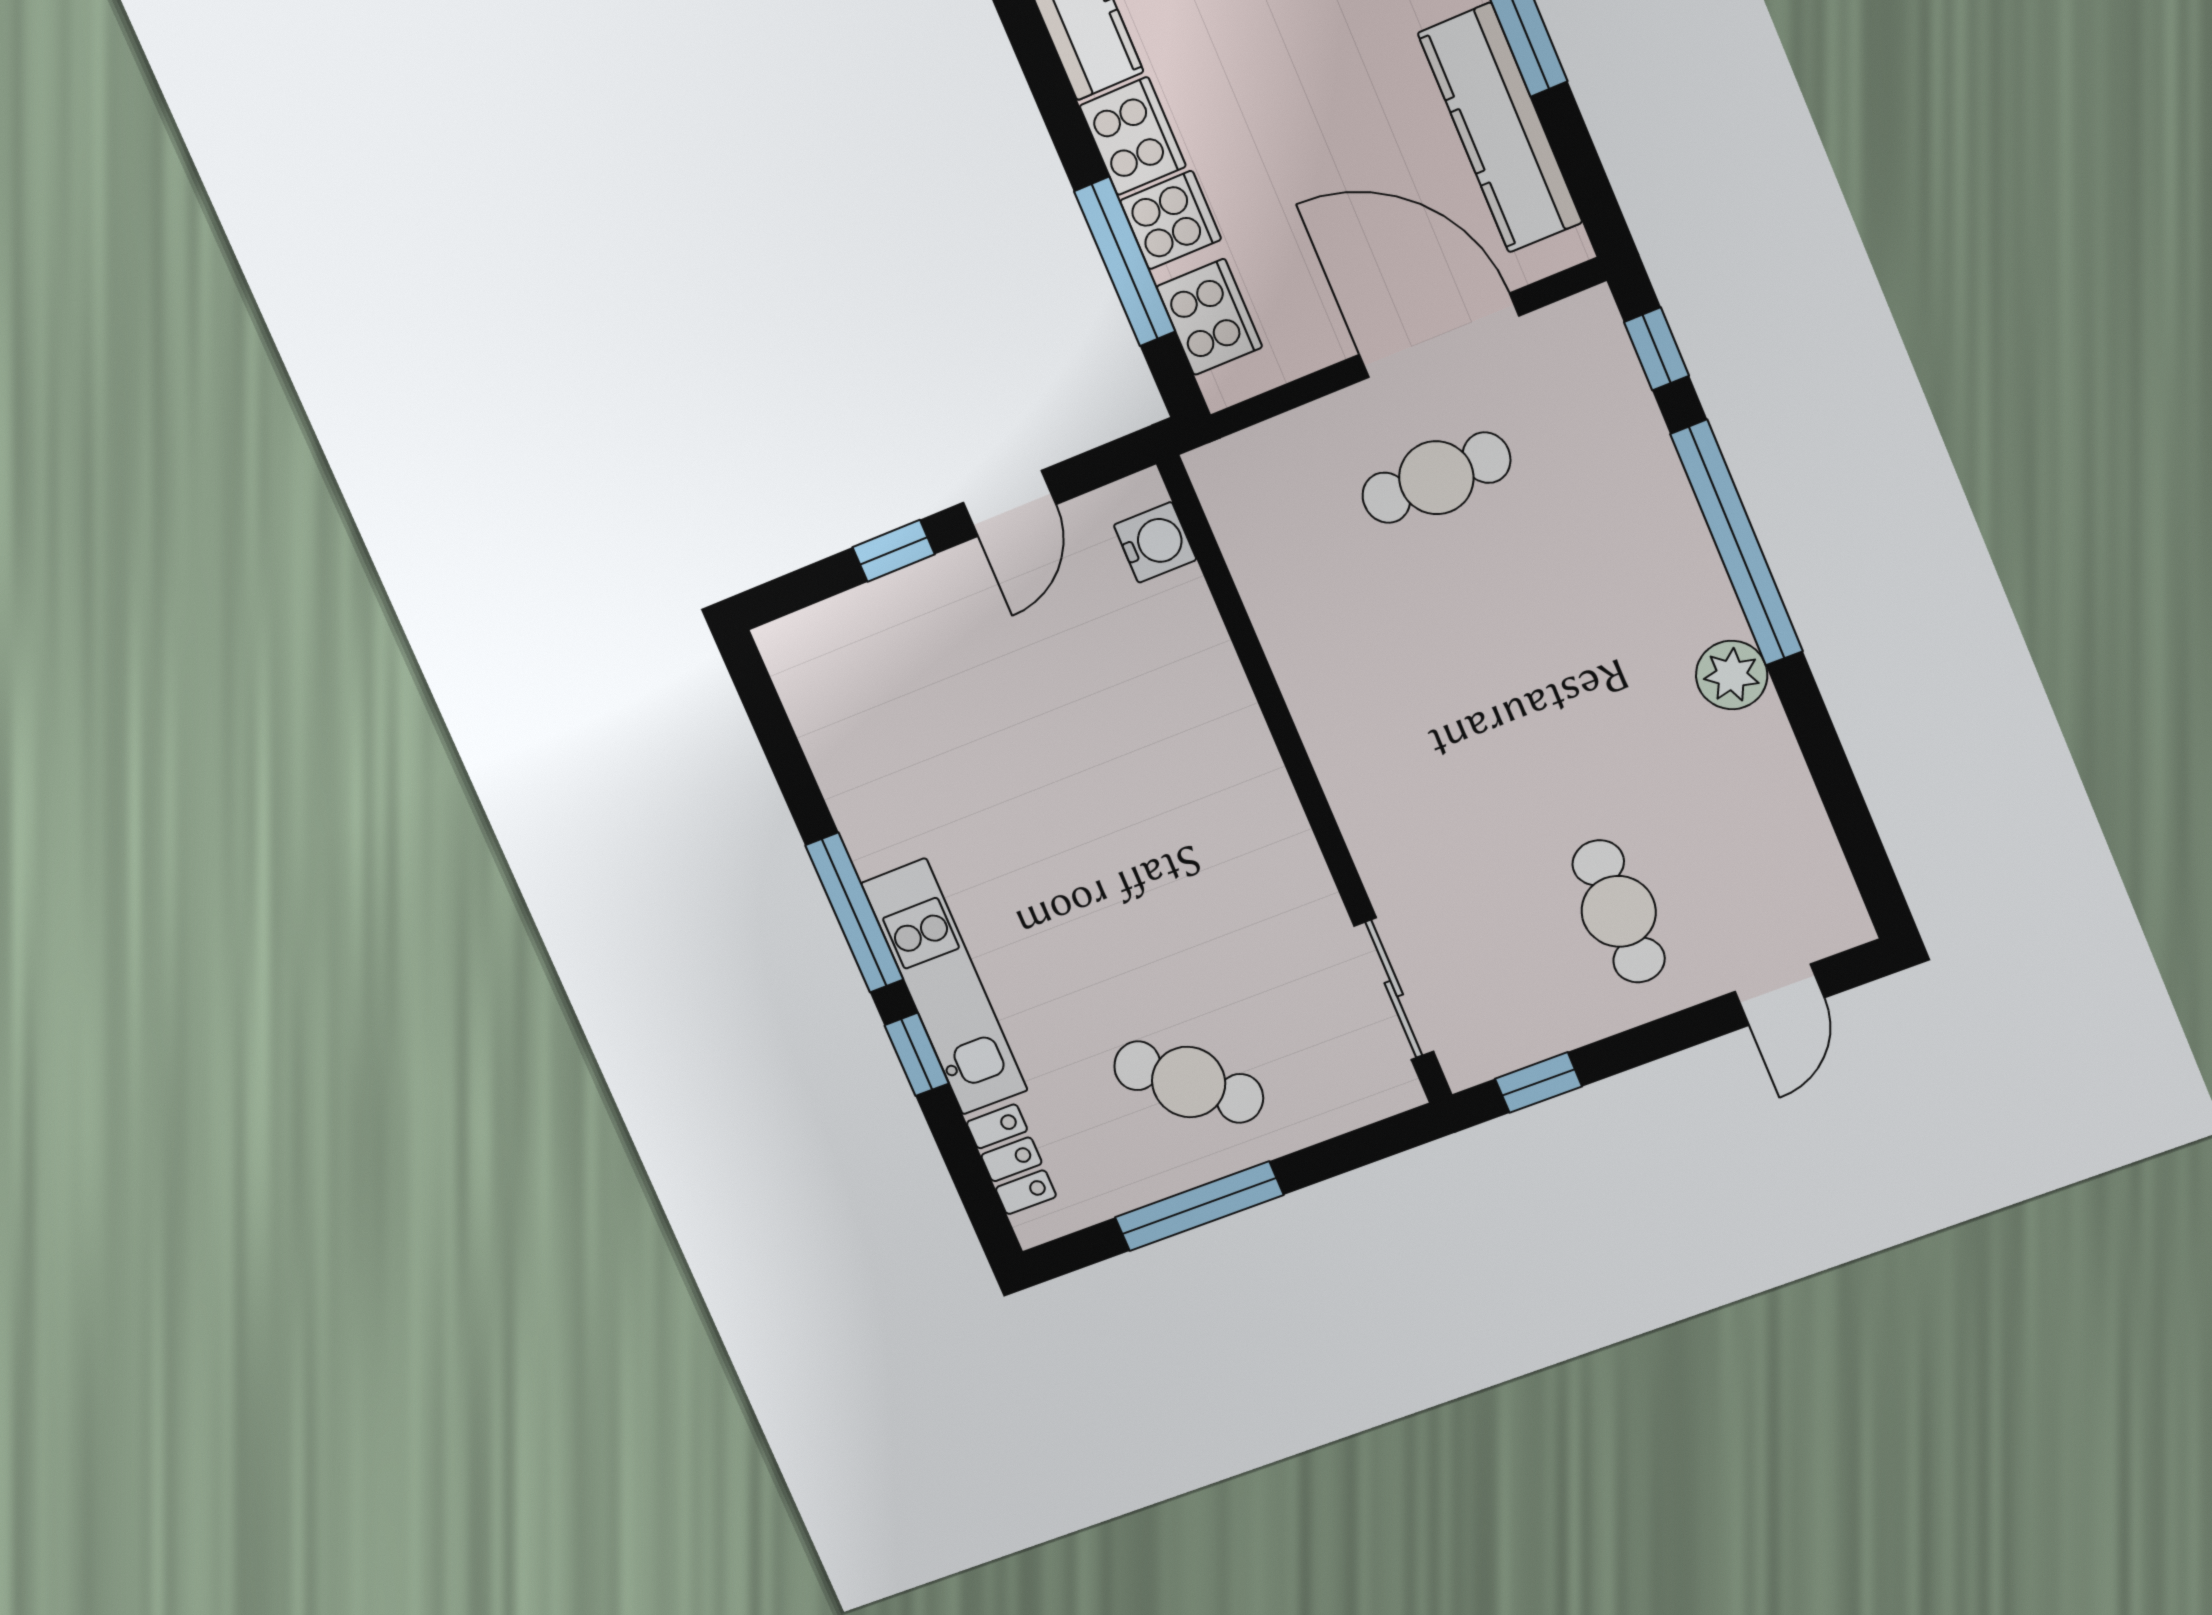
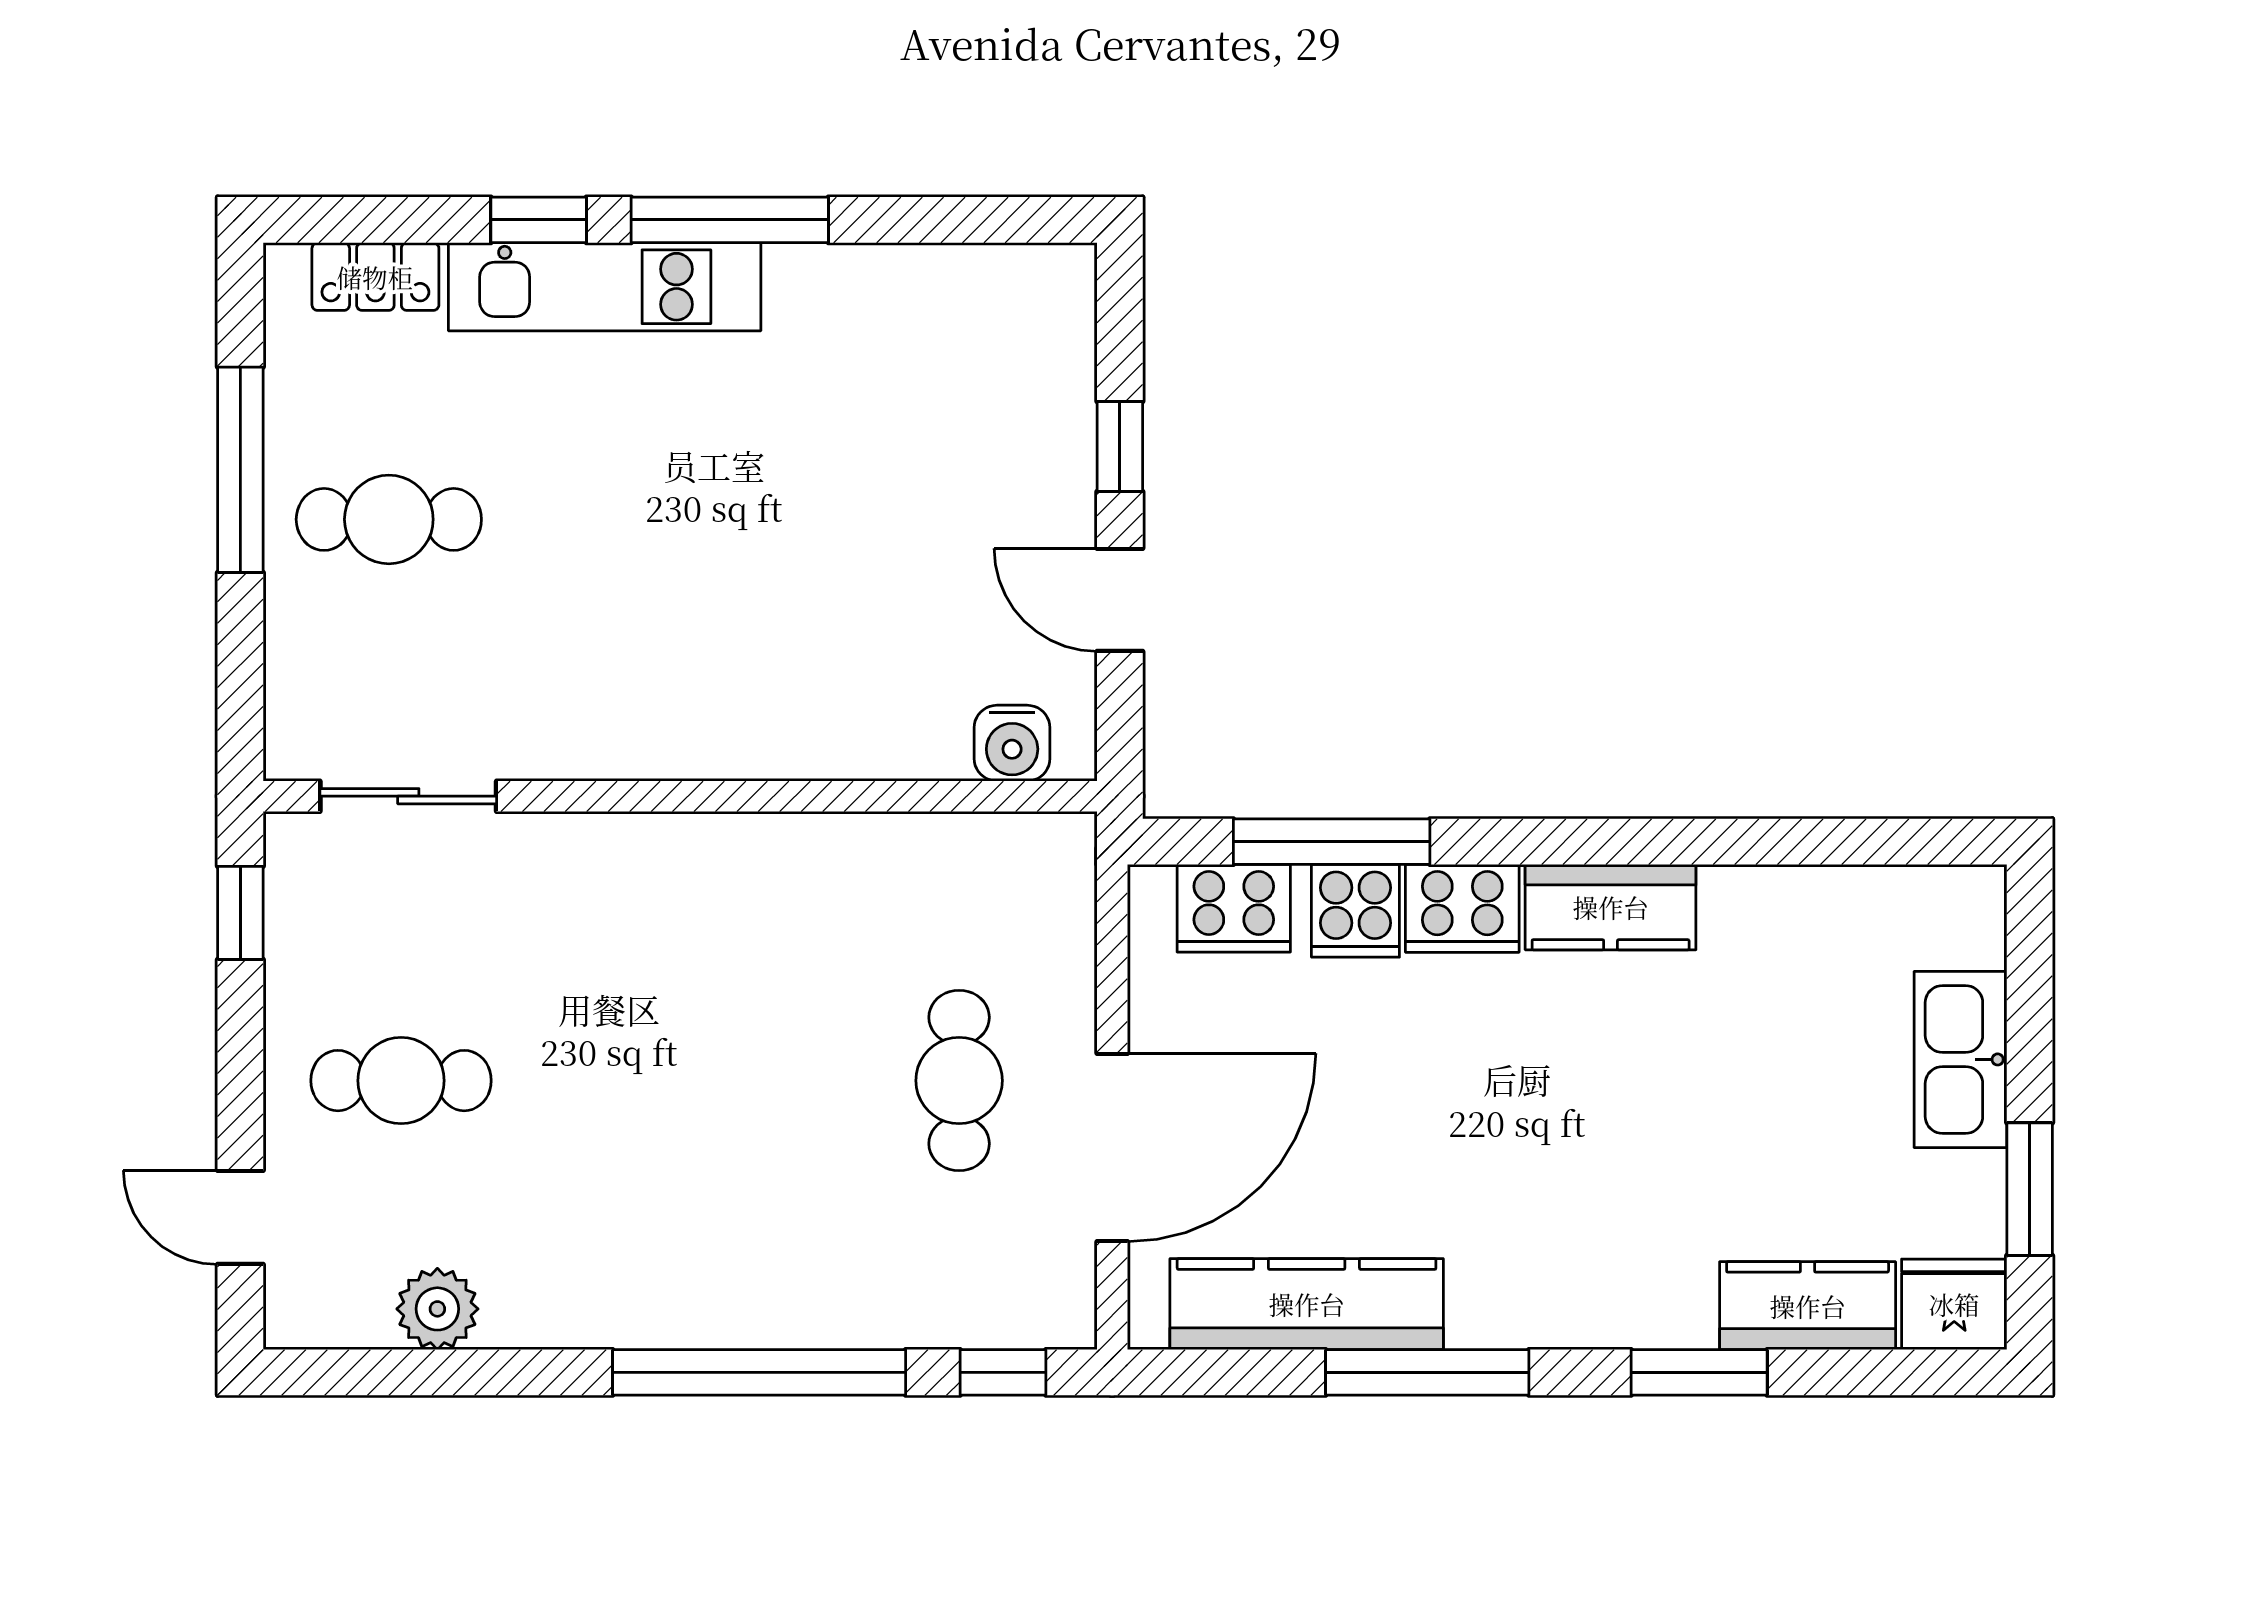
plant: (1732, 675) -> (437, 1309), moved
cafe table: (1189, 1082) -> (389, 519), turned 51

